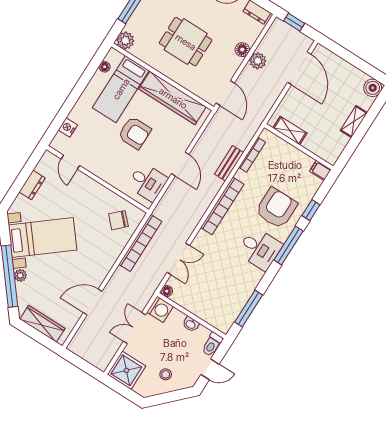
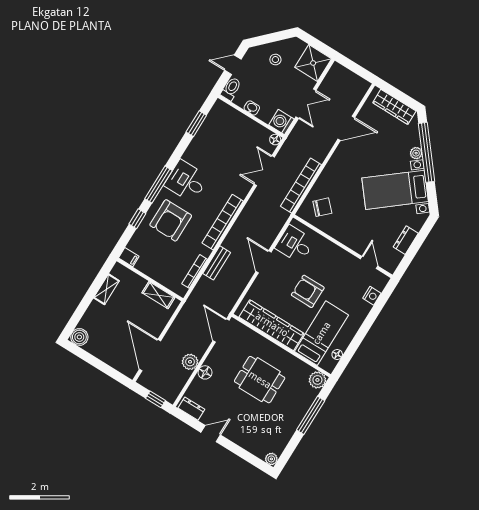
shelving: (354, 122) -> (106, 289), moved
window: (249, 308) -> (196, 124), width x0.69

